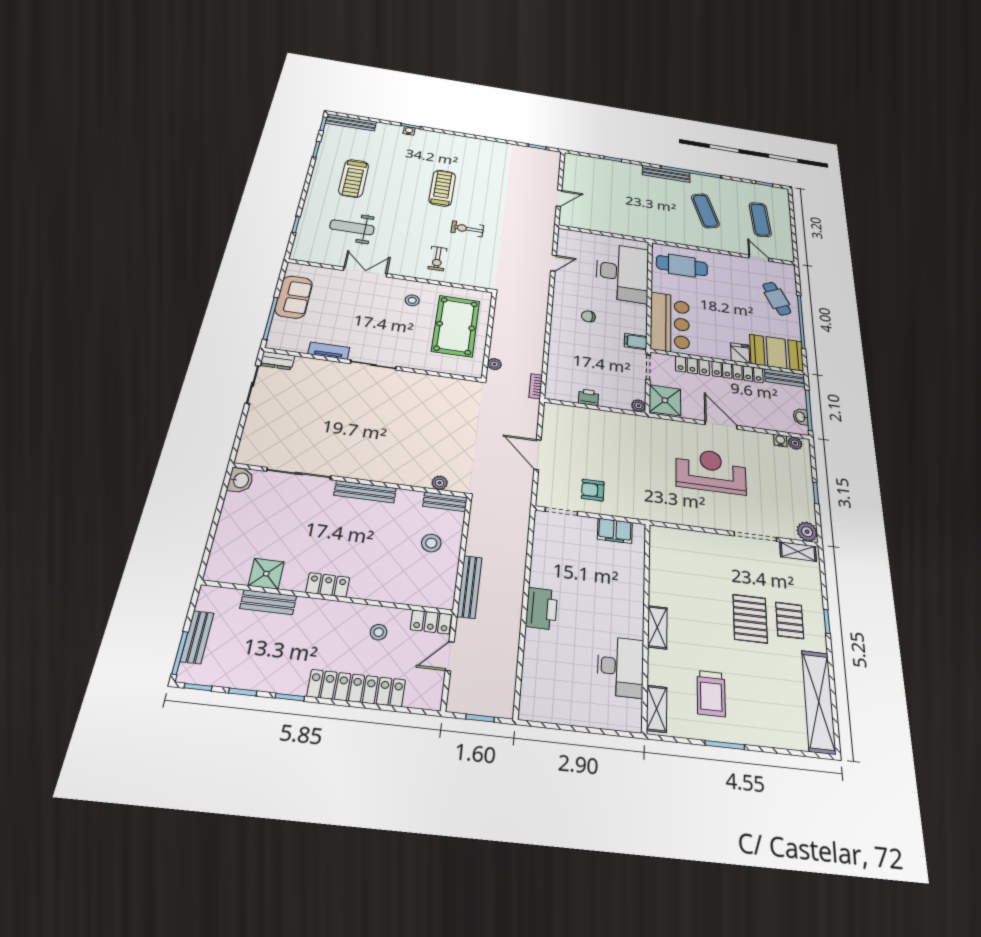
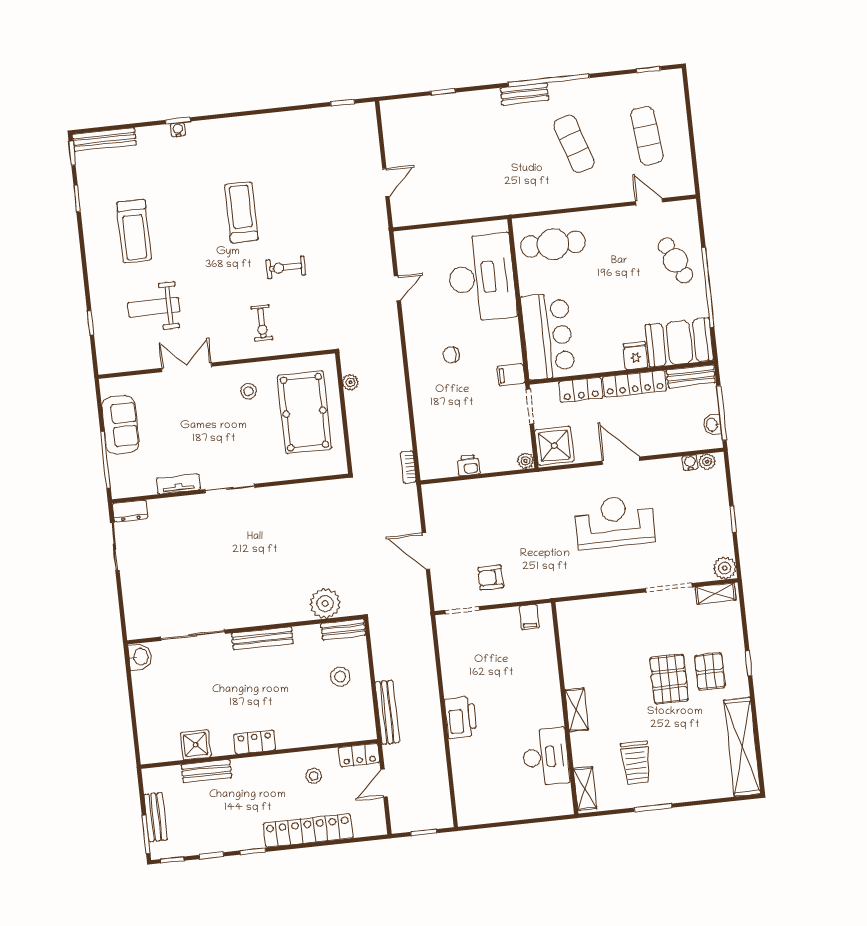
bench: (666, 174) -> (525, 94), width x0.73
plant: (495, 364) -> (350, 382), moved
plant: (440, 483) -> (325, 603), width x1.88, depth x1.88
filing cabinet: (615, 531) -> (529, 617), width x0.50

